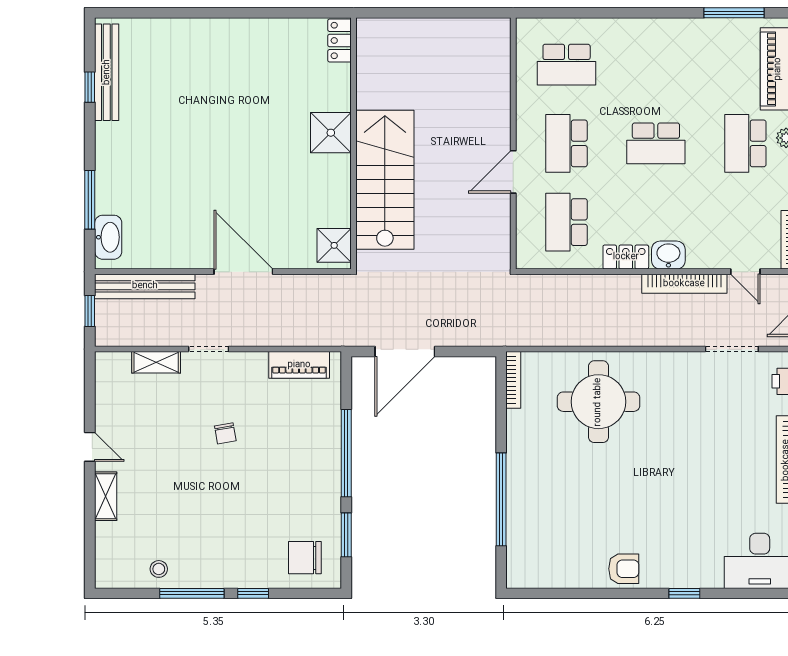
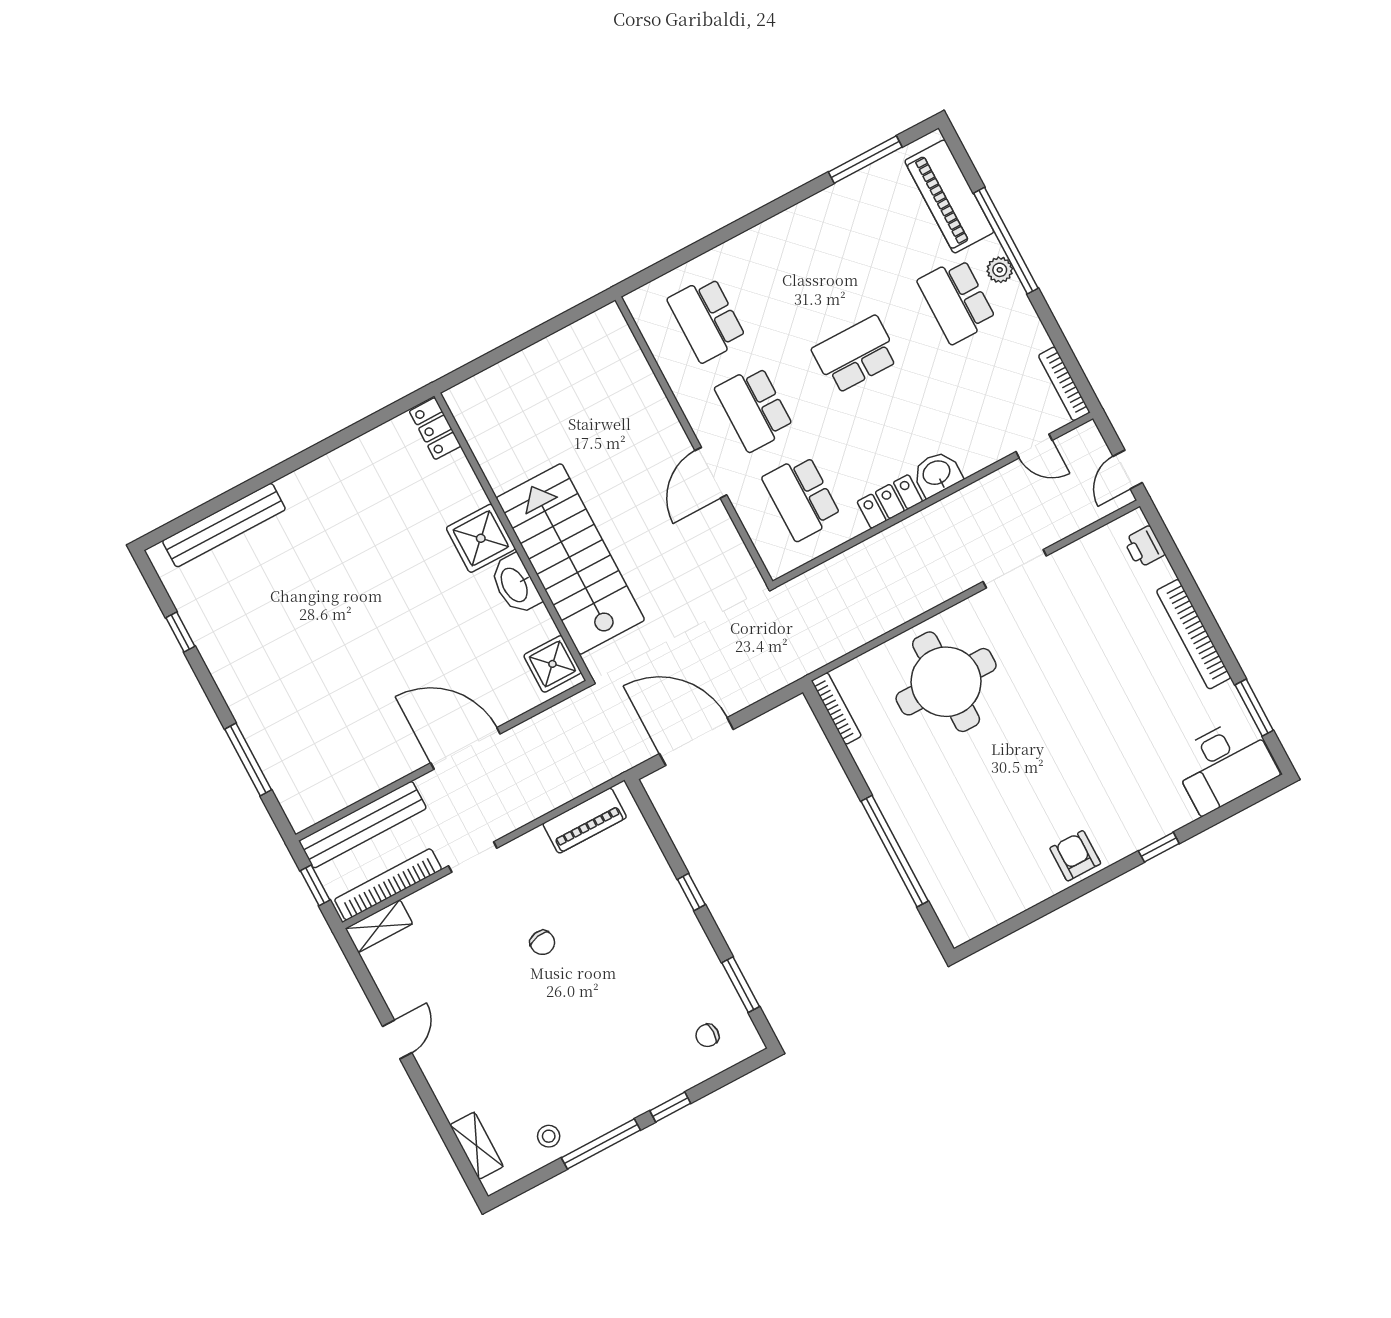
school desk: (567, 65) -> (707, 319), turned 90
bench: (107, 72) -> (224, 525), moved, turned 90
school desk: (656, 143) -> (856, 355), turned 180
washbasin: (108, 237) -> (515, 584), moved, turned 180
bookcase: (684, 284) -> (388, 884), moved, turned 180
doorway: (732, 349) -> (1015, 569), moved
door: (405, 351) -> (696, 741), swing flipped
shelving: (156, 362) -> (379, 926), moved
door: (90, 447) -> (397, 1039), hinge flipped
window: (346, 453) -> (691, 892), width x0.32
shelving: (106, 496) -> (477, 1146), moved
chair: (305, 558) -> (707, 1035), width x0.54, depth x0.54
armchair: (624, 569) -> (1075, 856), turned -90

